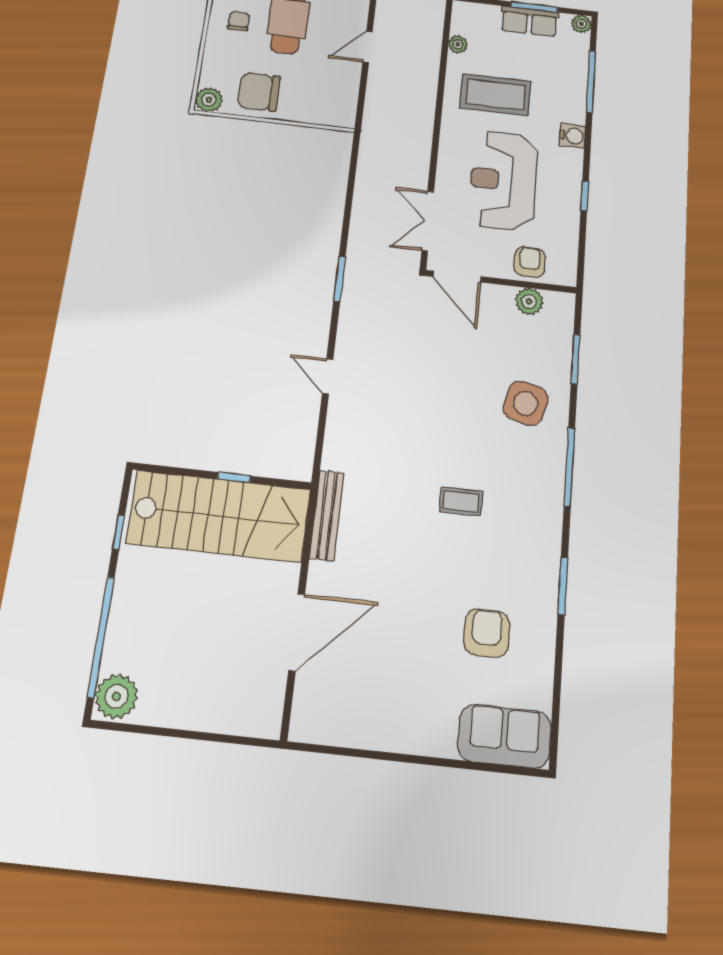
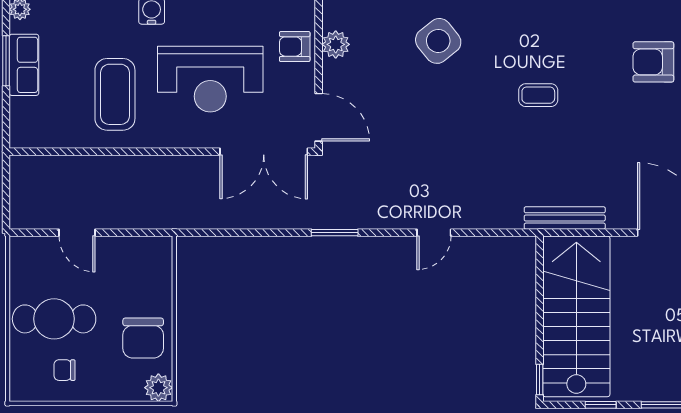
plant: (458, 44) -> (61, 138), removed
double door: (428, 221) -> (264, 152), width x1.37
door: (457, 277) -> (319, 117), hinge flipped
side table: (526, 403) -> (438, 41), turned 37
window: (234, 477) -> (540, 379), moved
coffee table: (461, 501) -> (538, 95), turned 90

